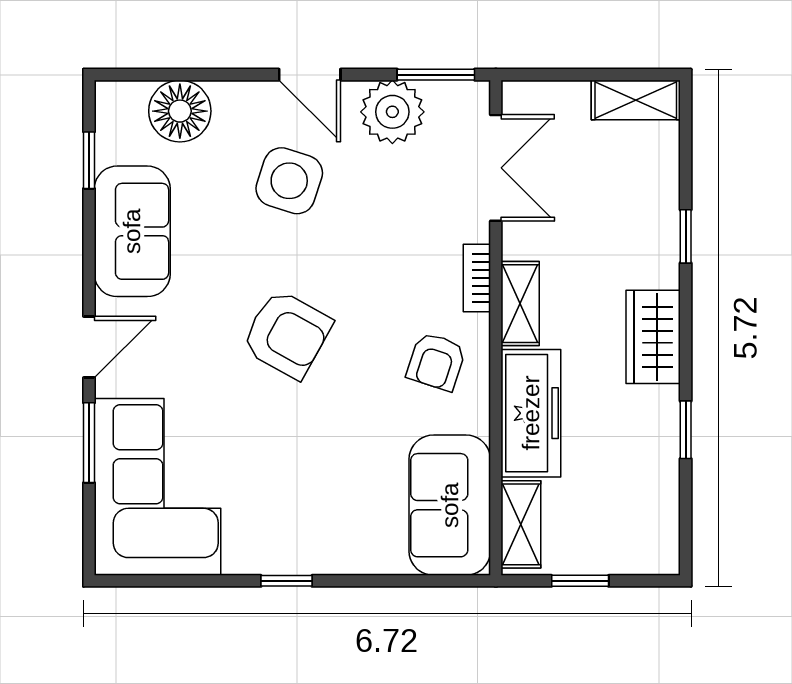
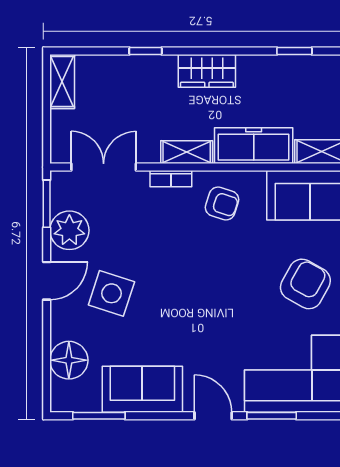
window: (89, 160) -> (99, 416), width x1.50
armchair: (287, 334) -> (305, 284), moved
window: (686, 430) -> (294, 51), moved

